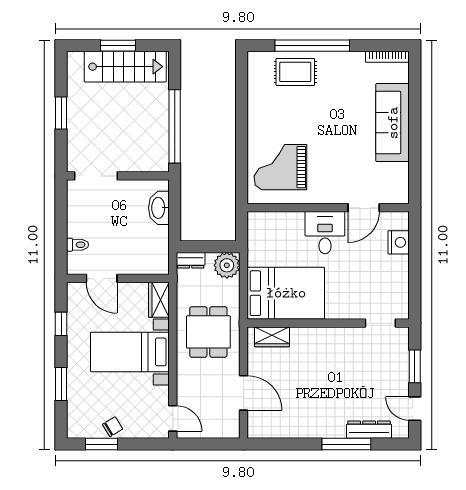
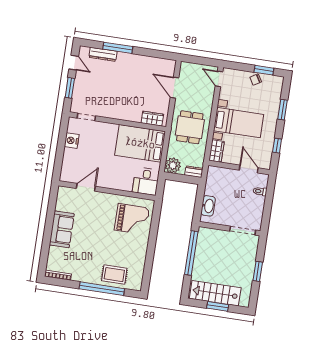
sofa: (393, 123) -> (62, 229), width x0.73
desk: (325, 233) -> (146, 181), moved
nightstand: (399, 242) -> (72, 141), moved

